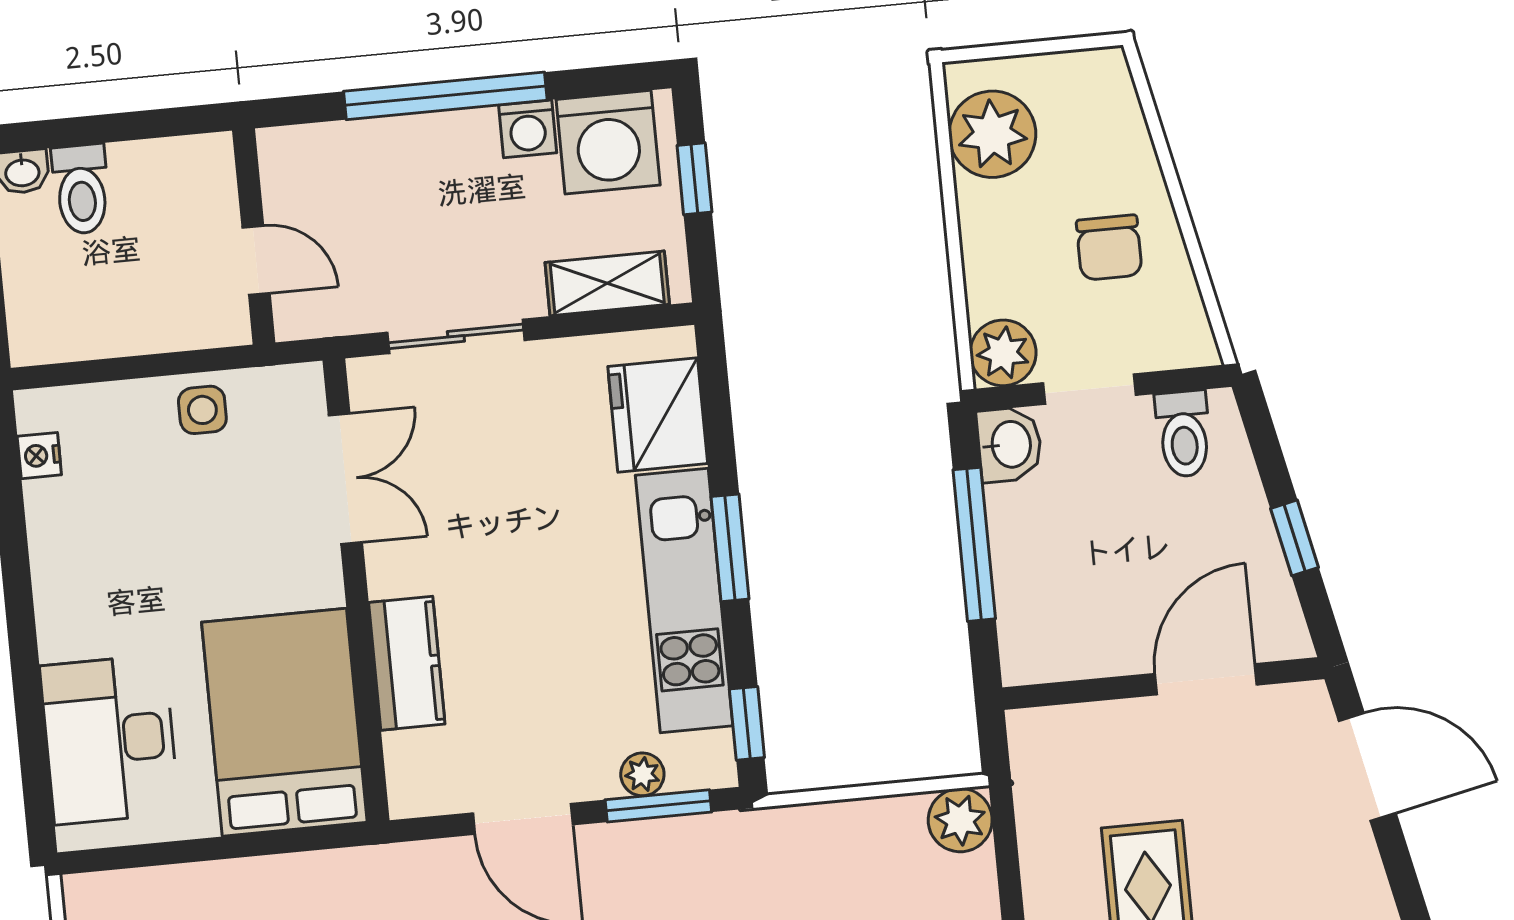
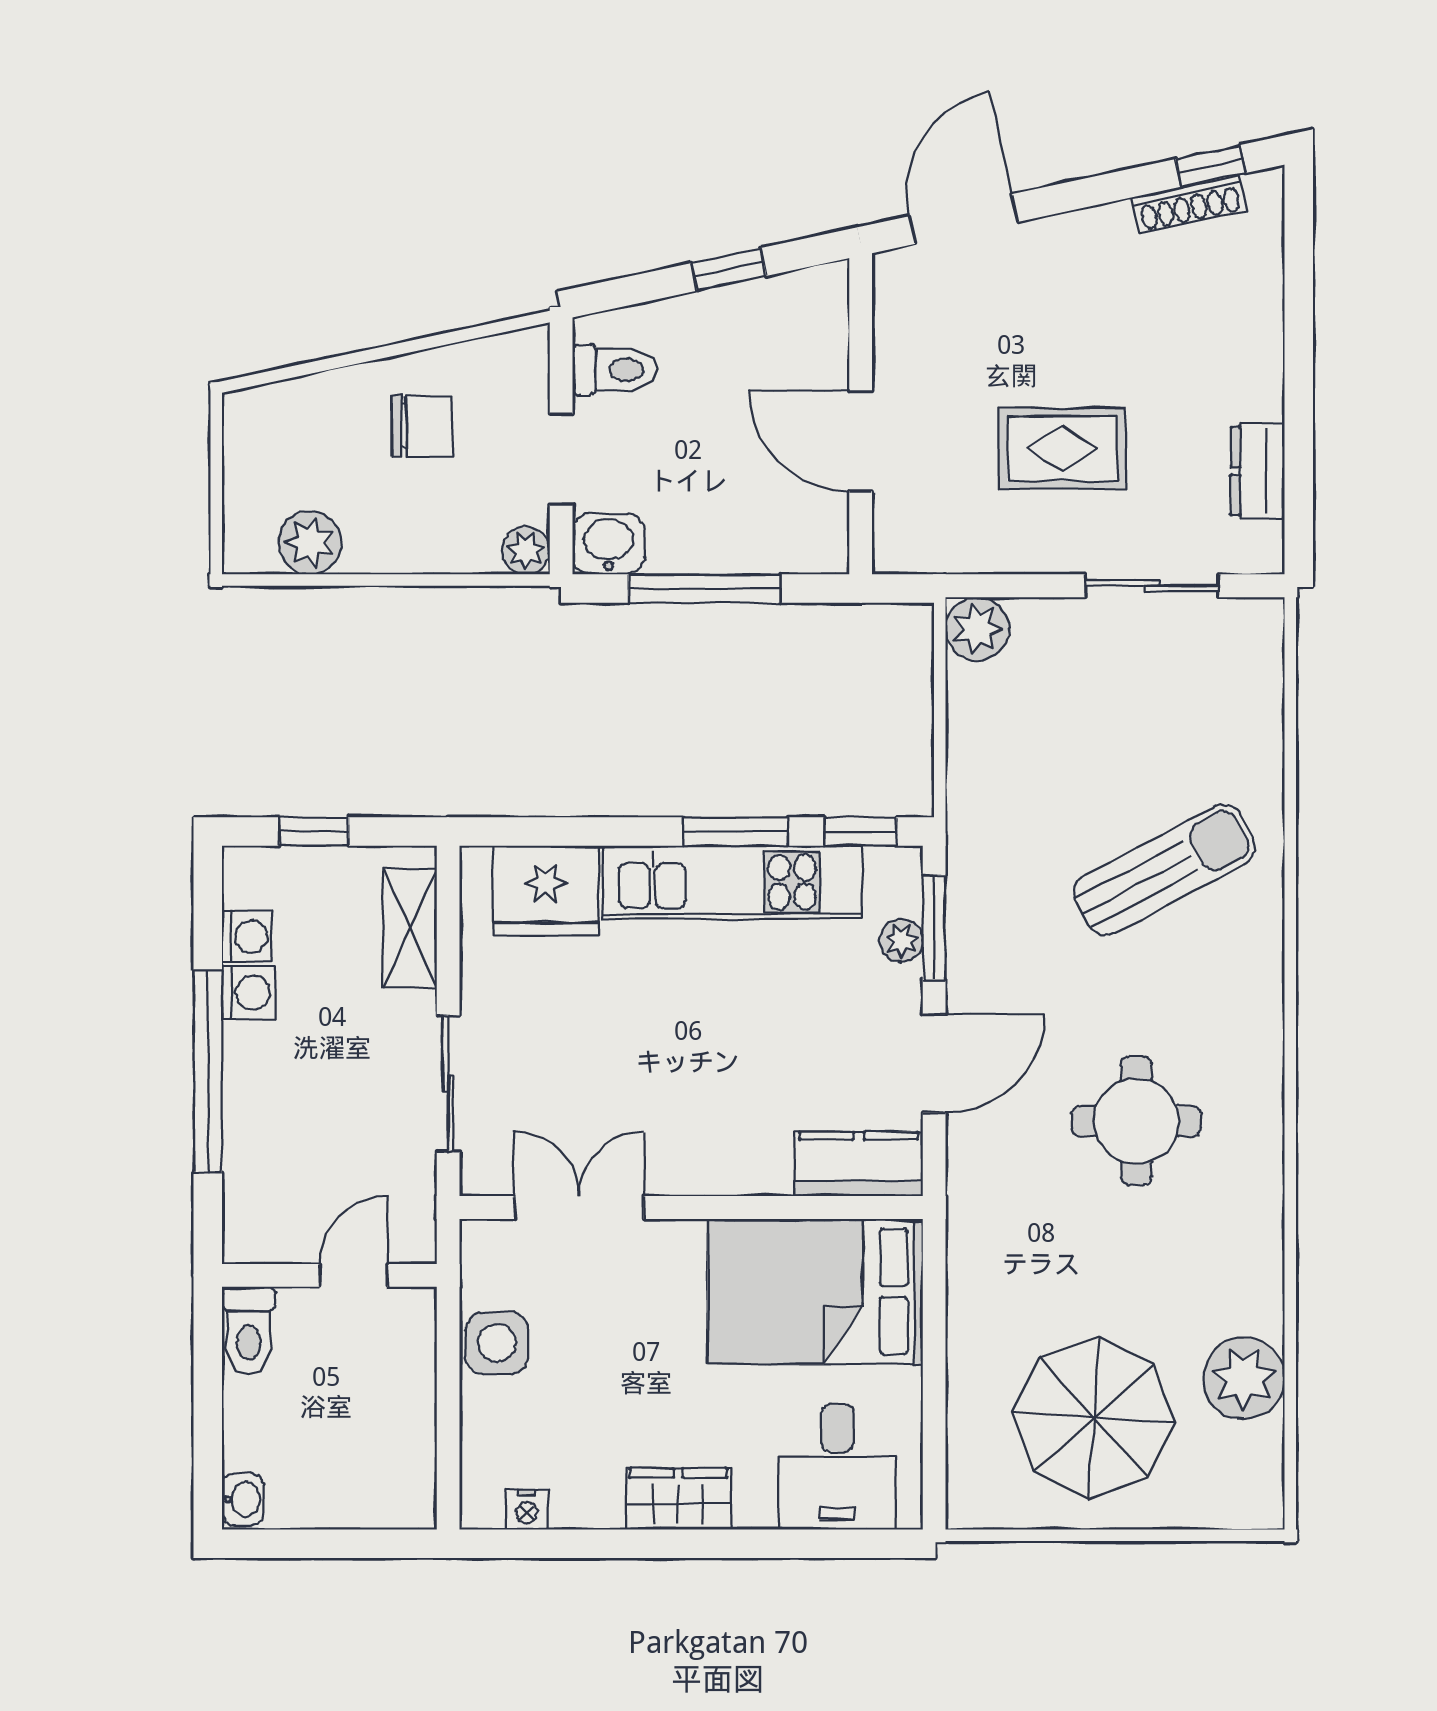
plant: (992, 134) -> (310, 543), width x0.73, depth x0.73
washing machine: (608, 142) -> (247, 936), width x0.53, depth x0.53
toilet: (81, 189) -> (249, 1330), moved, turned 90
plant: (1003, 353) -> (526, 550), width x0.73, depth x0.73
side table: (202, 410) -> (497, 1343), width x1.37, depth x1.37
window: (730, 548) -> (735, 832), moved
wardrobe: (64, 606) -> (678, 1499), added
kitchen counter: (407, 663) -> (859, 1164), moved
door: (1206, 679) -> (861, 441), moved
desk: (110, 740) -> (837, 1467), width x0.73

